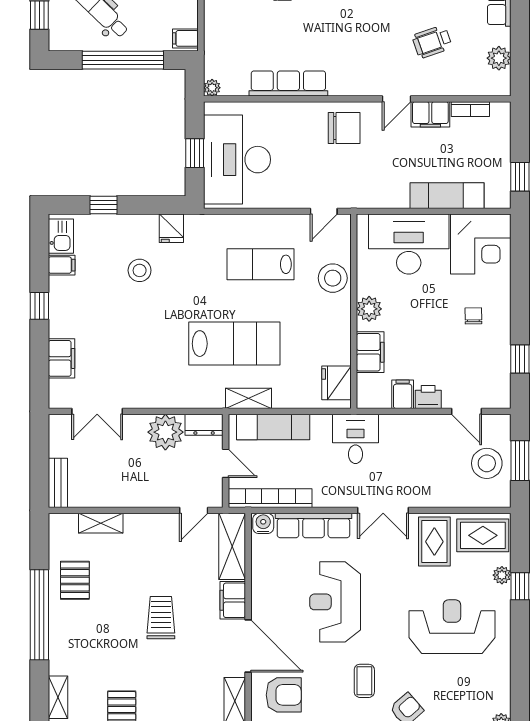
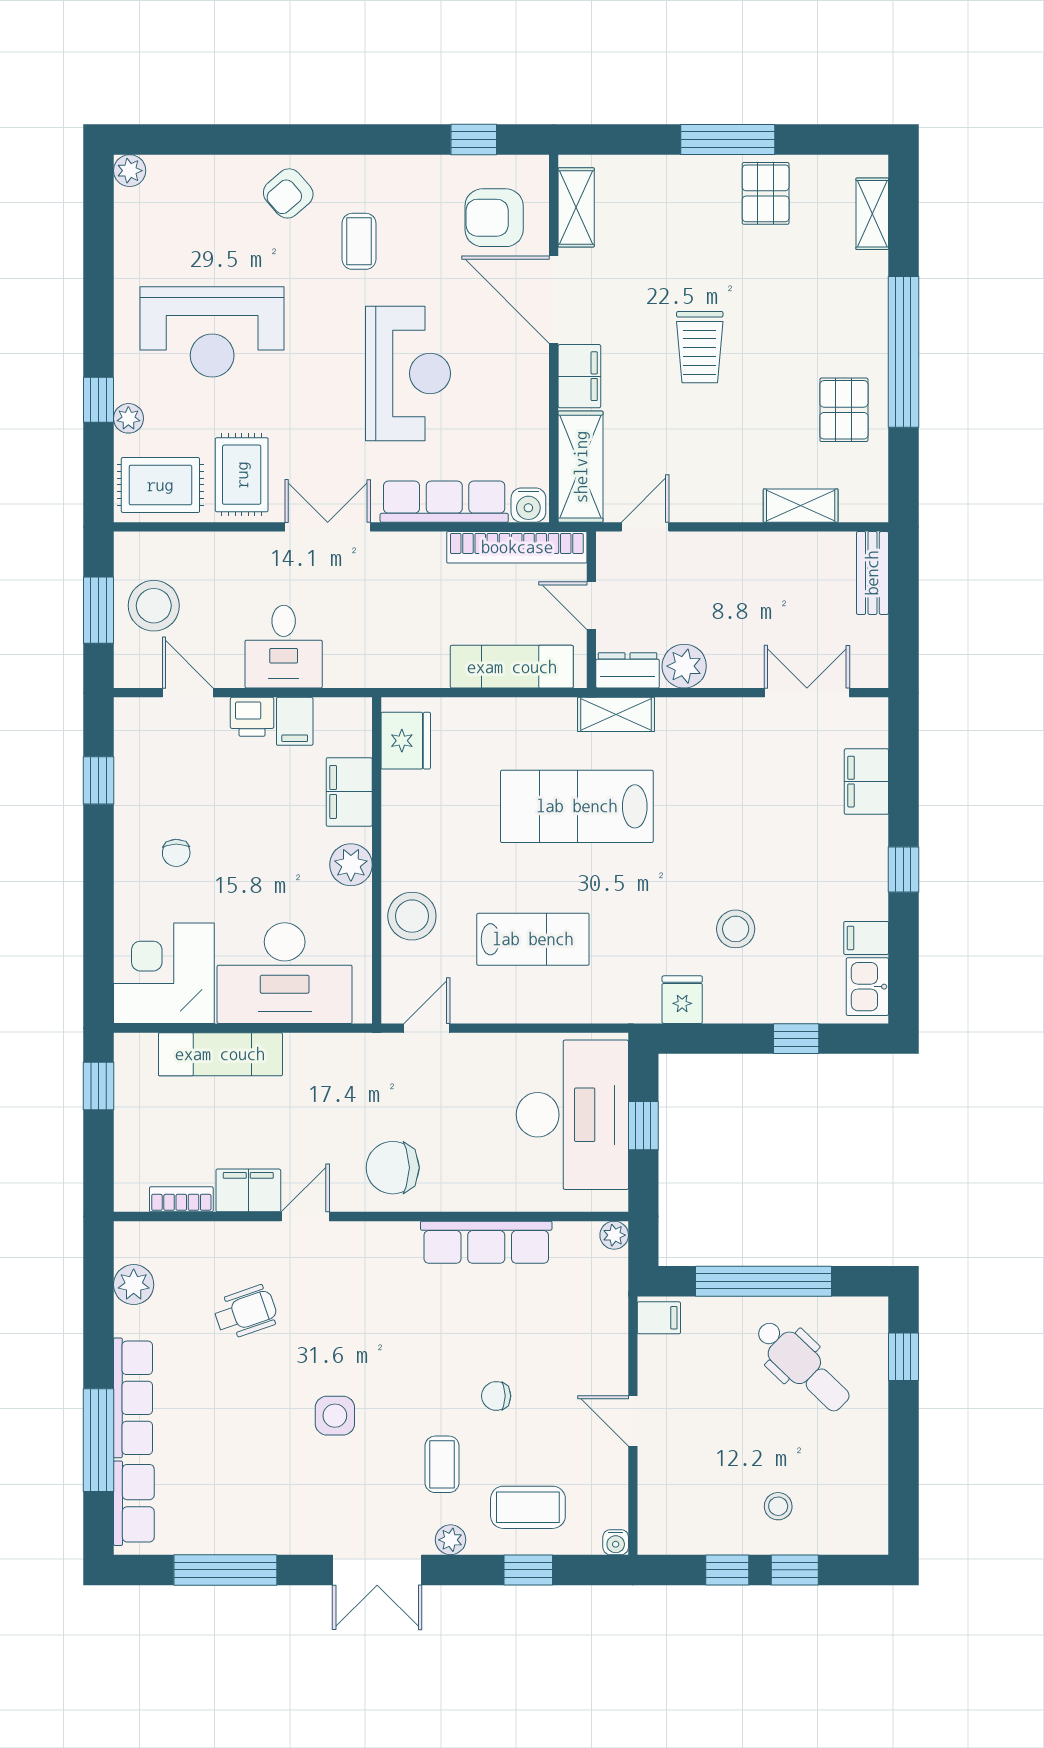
shelving: (249, 398) -> (616, 714), moved
plant: (165, 432) -> (684, 666), width x0.73, depth x0.73
desk: (356, 439) -> (284, 647), moved

